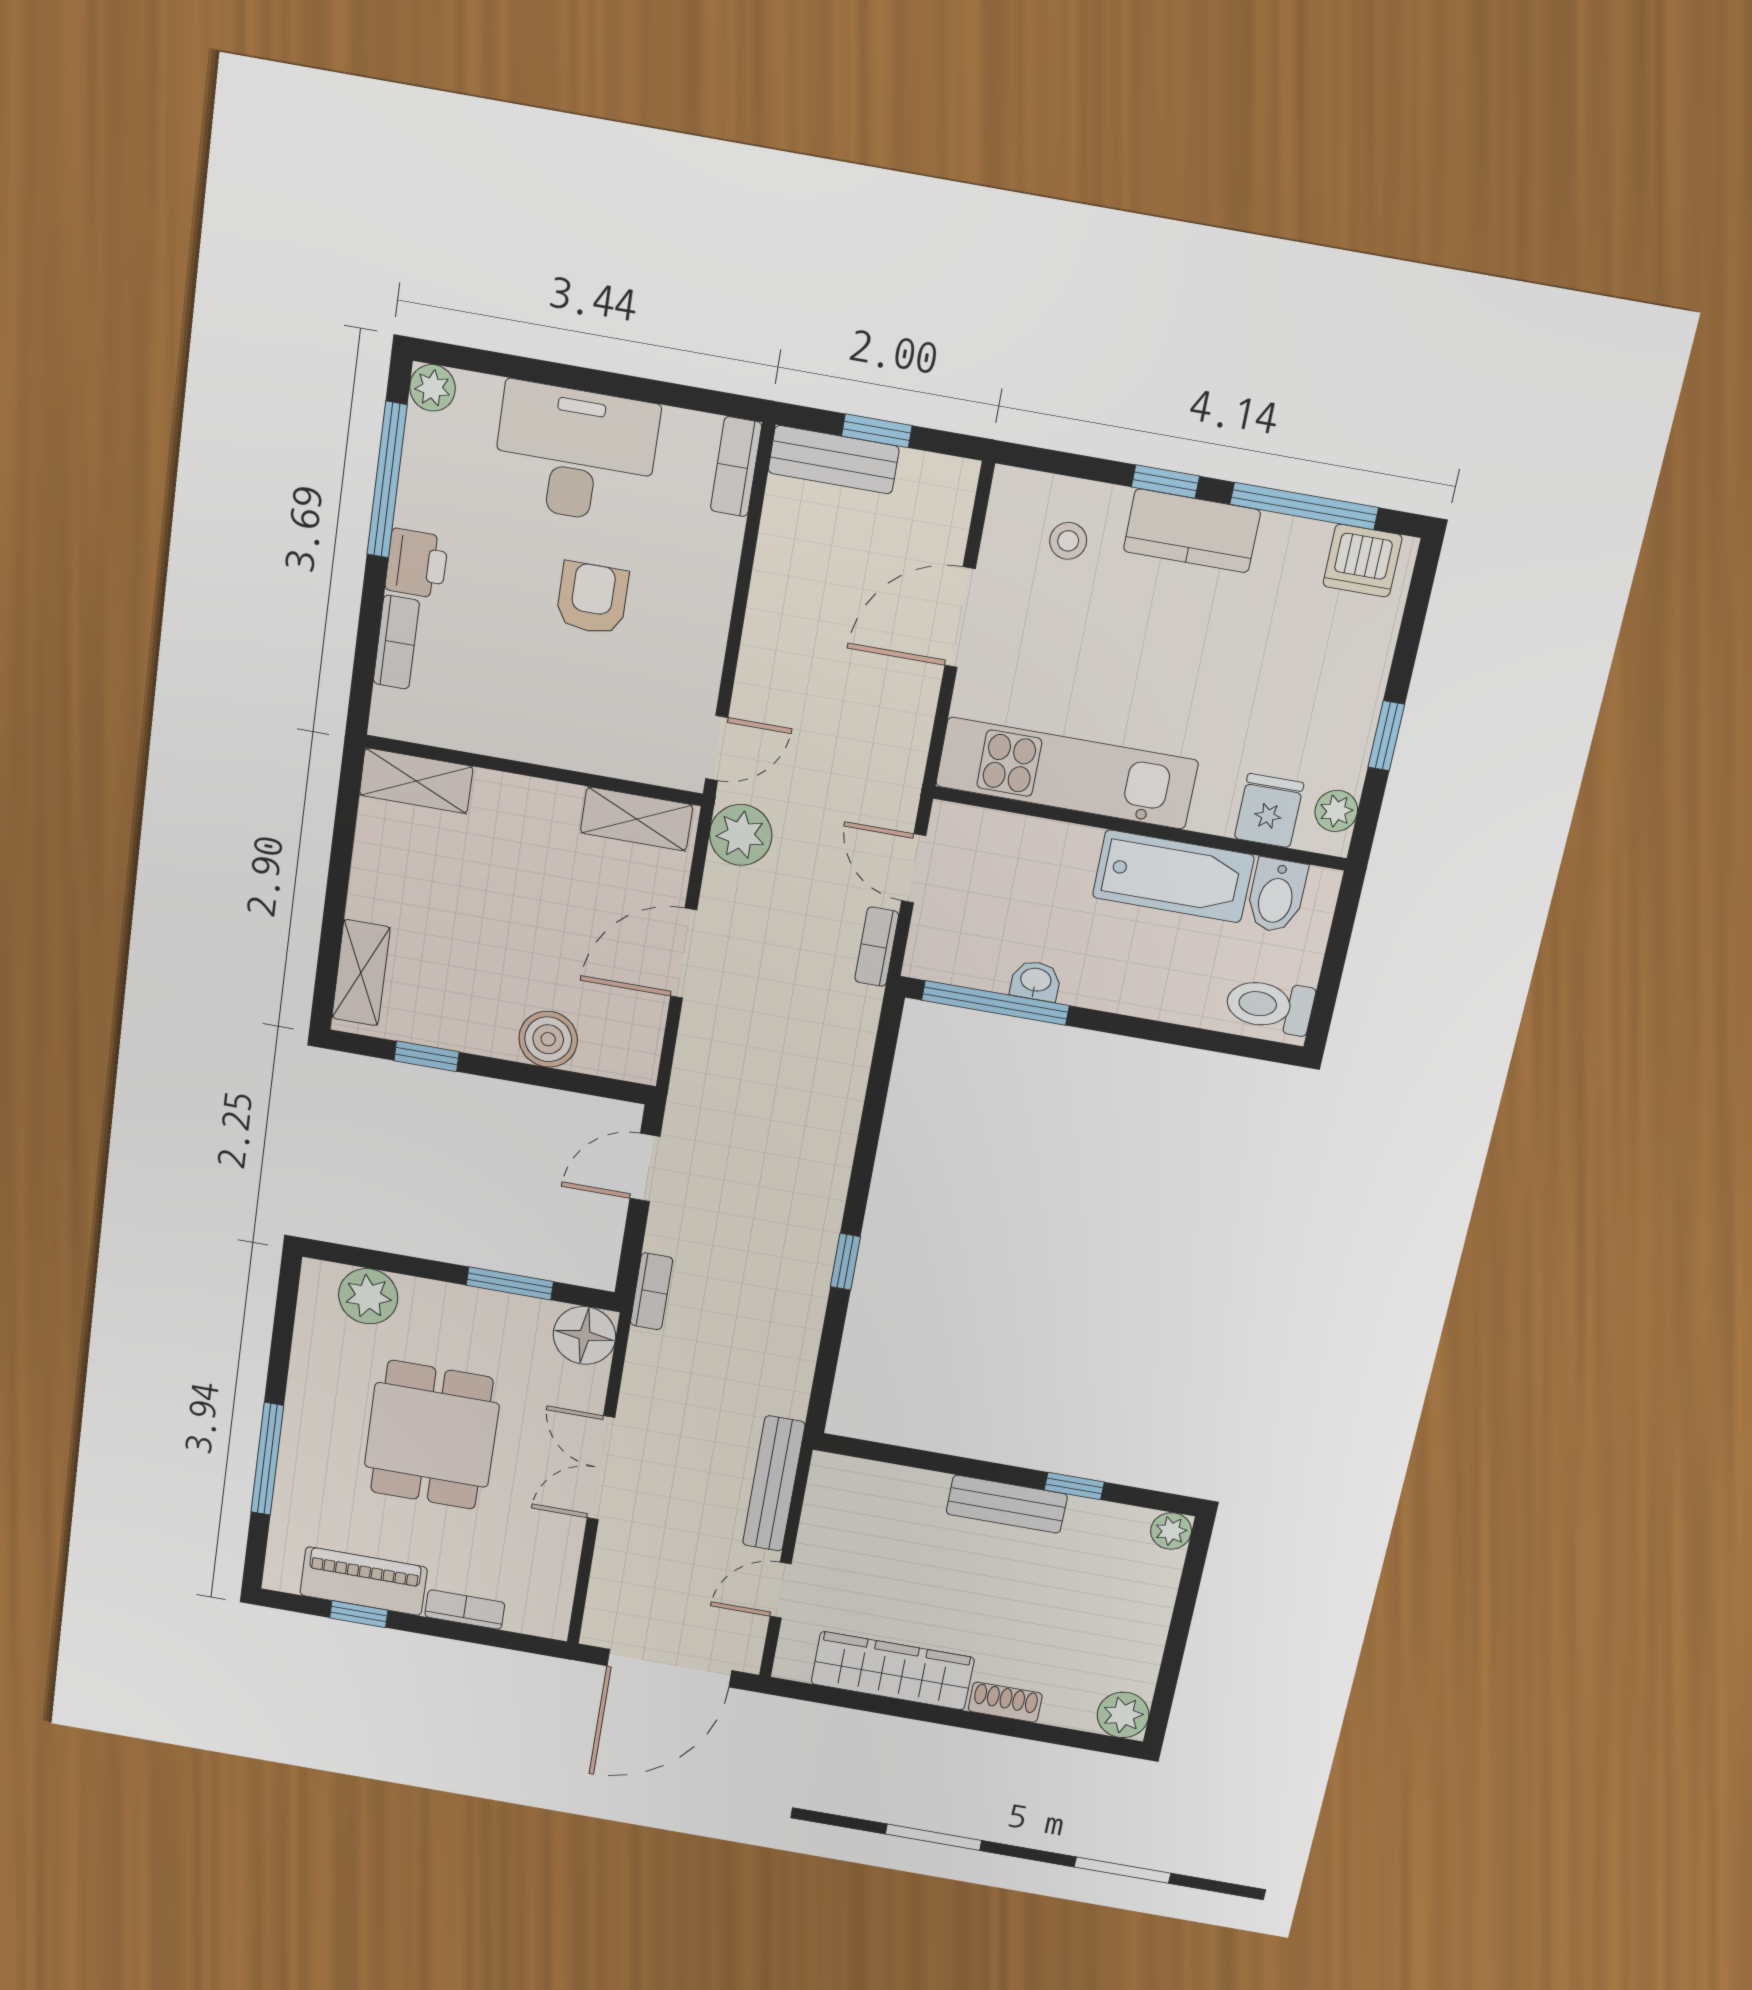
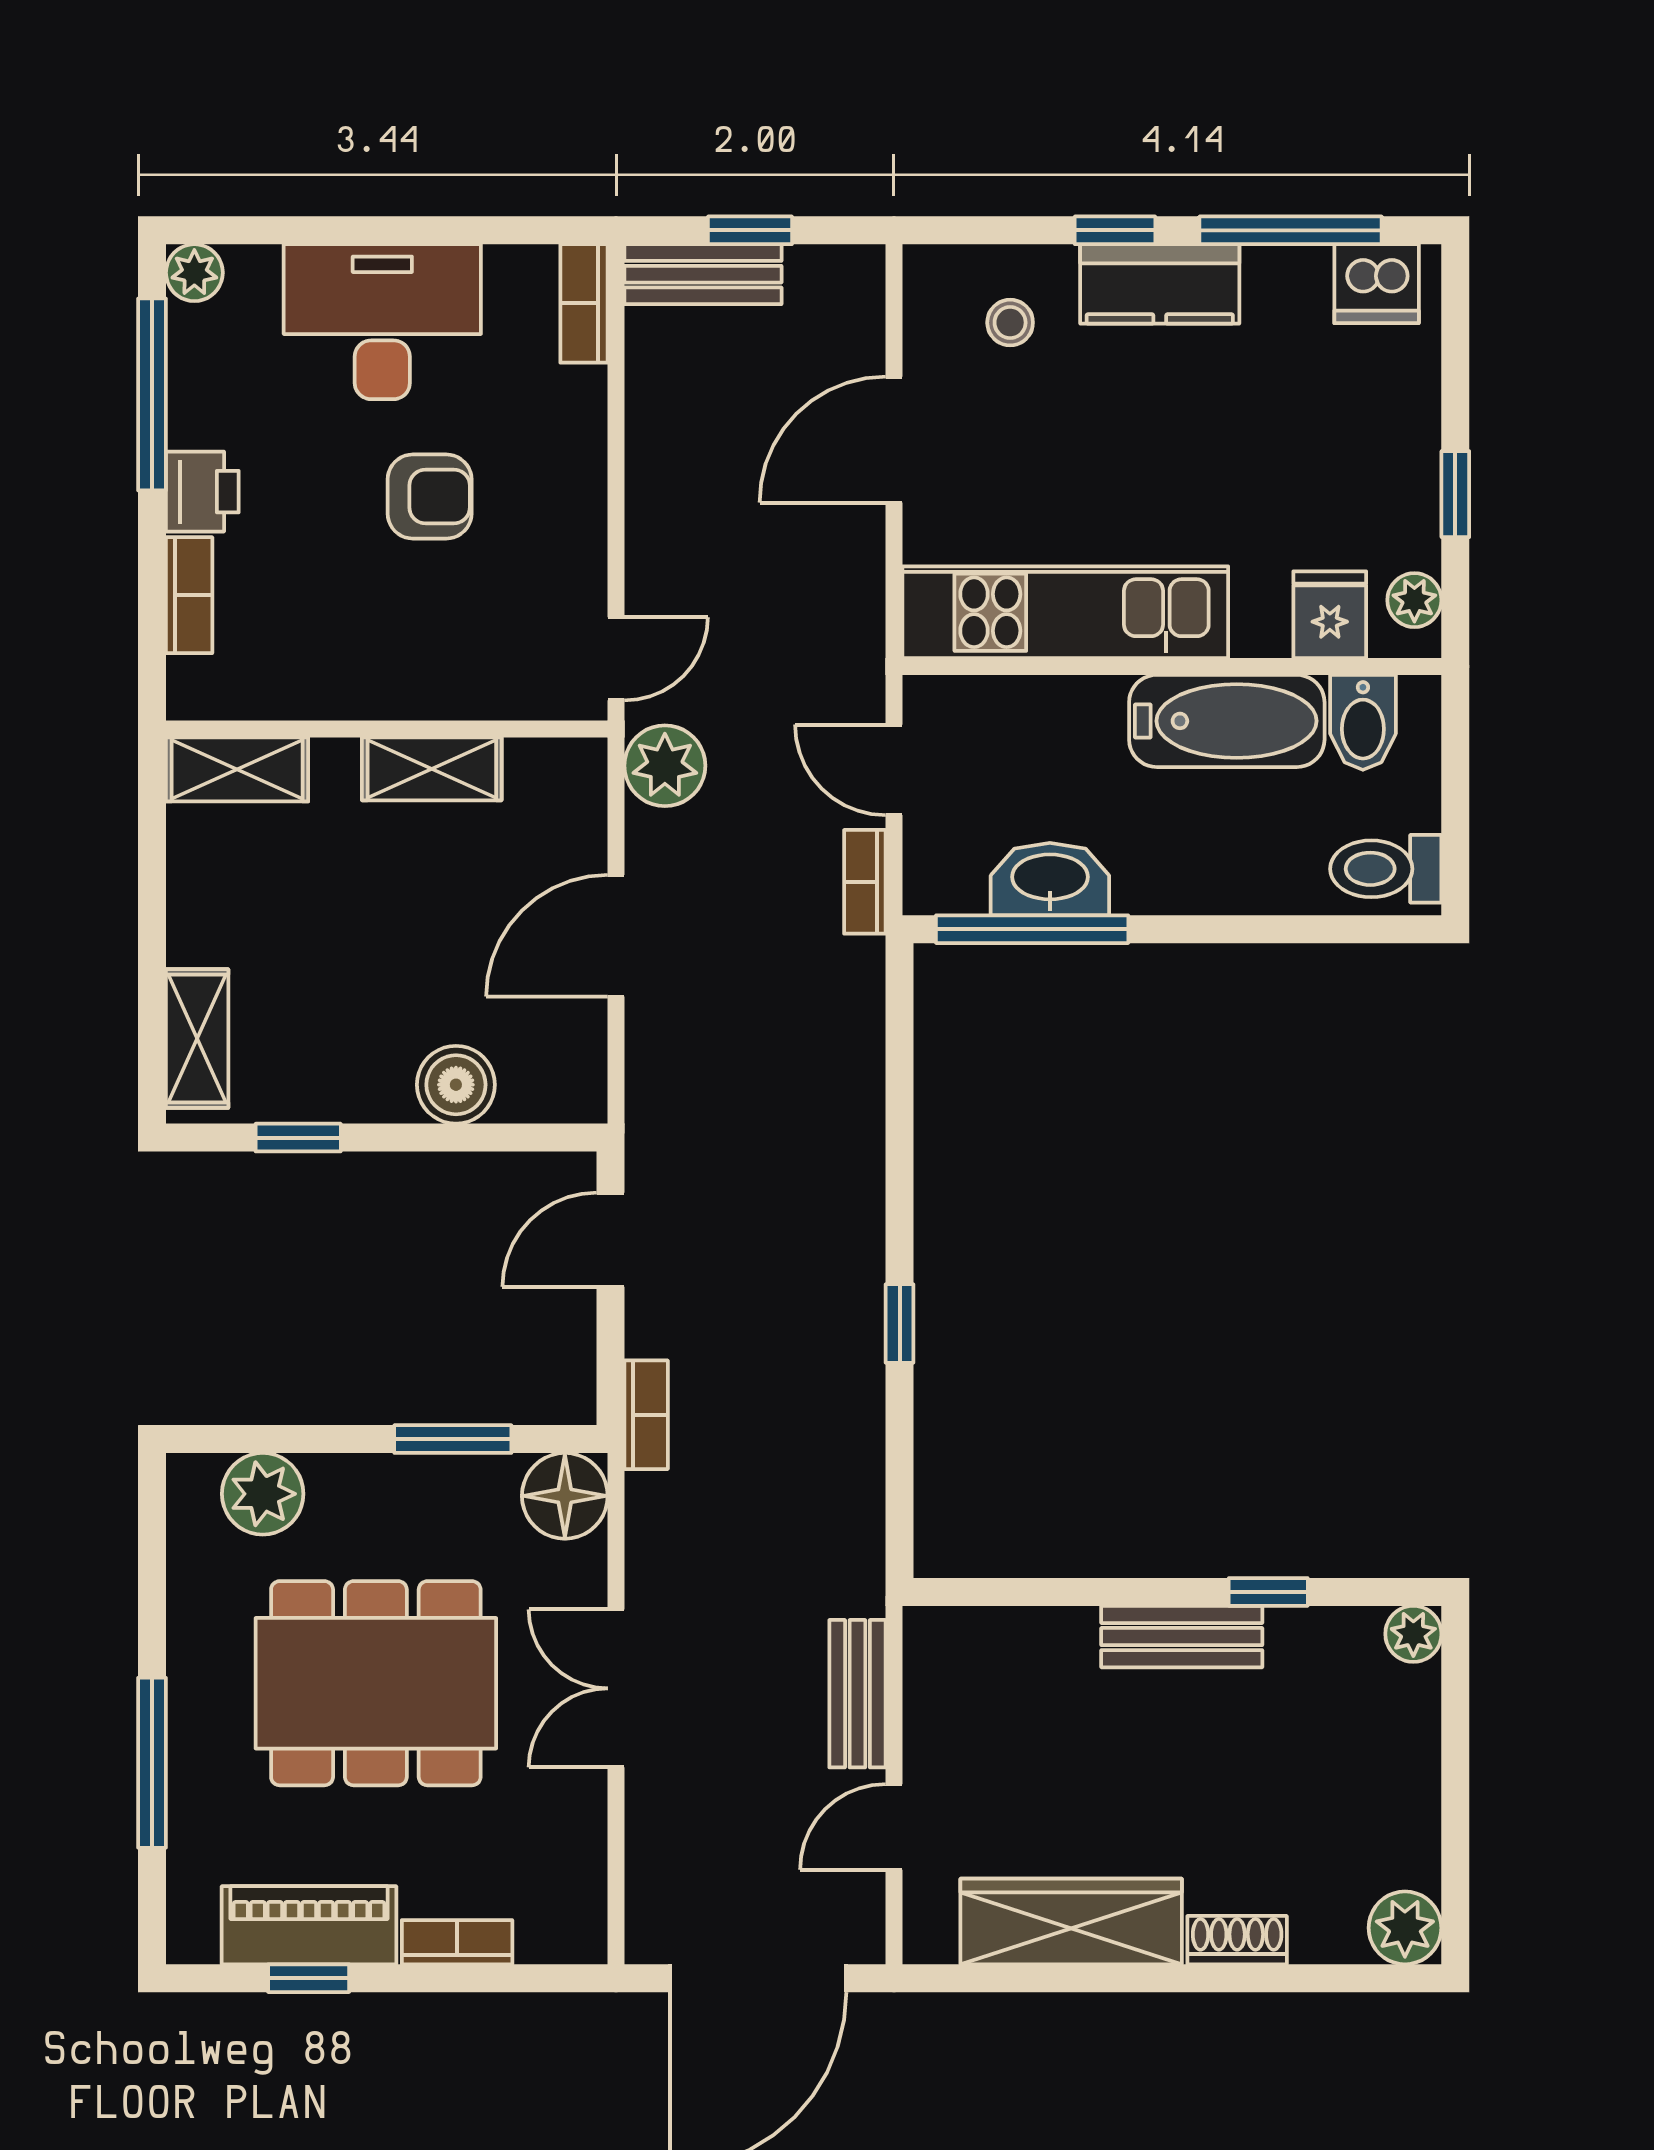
armchair: (592, 598) -> (430, 496), turned 90
shelving: (637, 819) -> (432, 769), moved
washbasin: (1036, 981) -> (1050, 879), width x1.91, depth x1.45
dining table: (432, 1435) -> (376, 1683), width x1.38
bench: (774, 1484) -> (857, 1694), width x0.73

